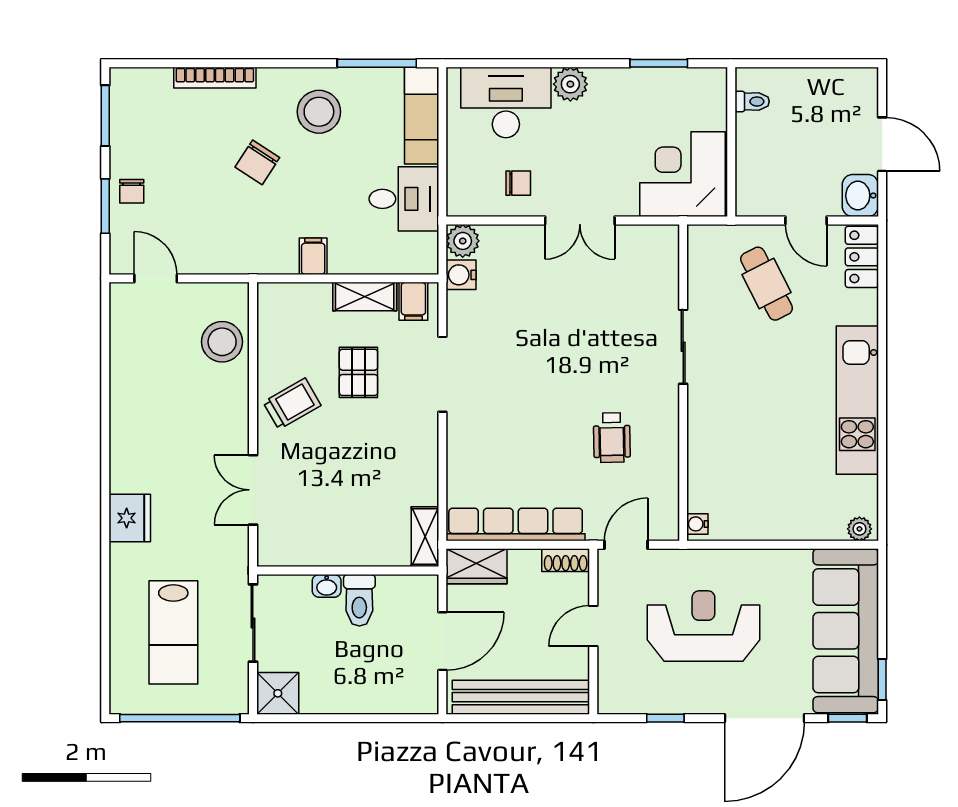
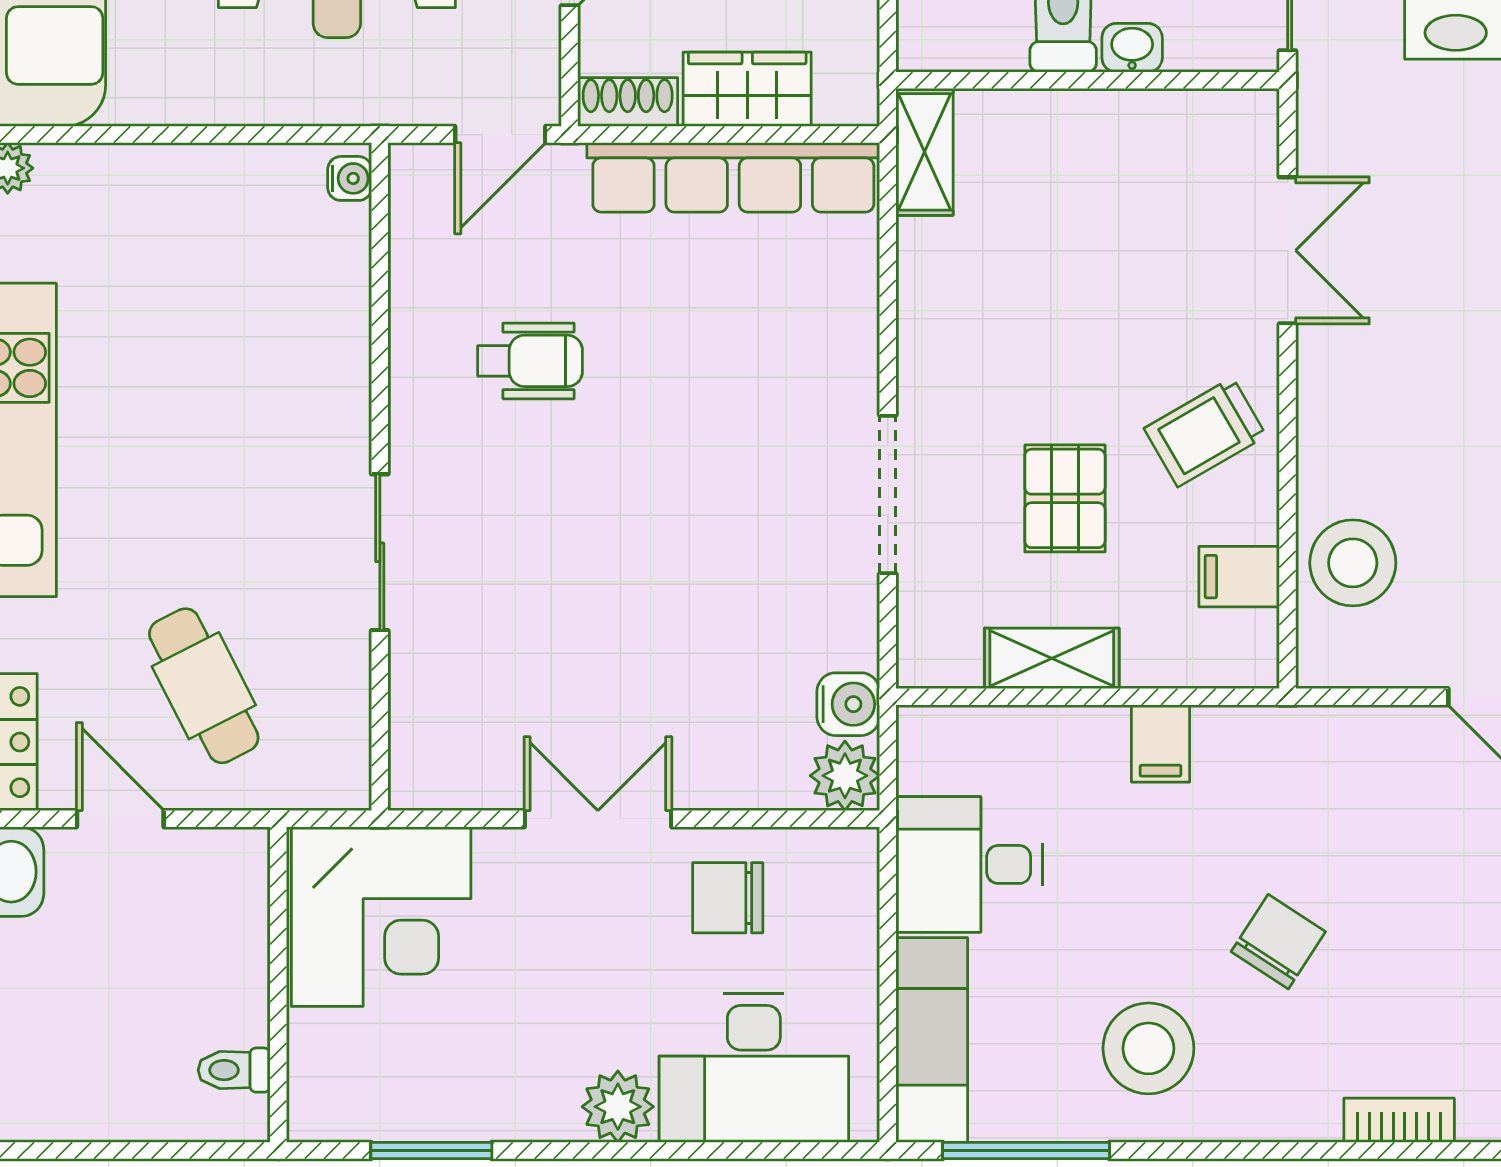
bookcase: (215, 78) -> (1399, 1120), width x0.64
chair: (518, 183) -> (728, 898), width x1.37, depth x1.37
filing cabinet: (413, 301) -> (1239, 577), moved, turned -90
wheelchair: (612, 437) -> (530, 361), turned 91
wardrobe: (477, 566) -> (747, 89), moved

